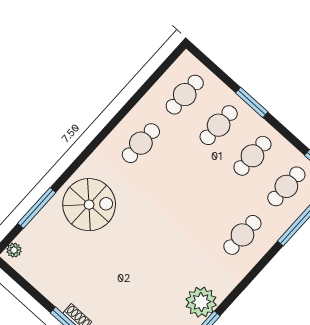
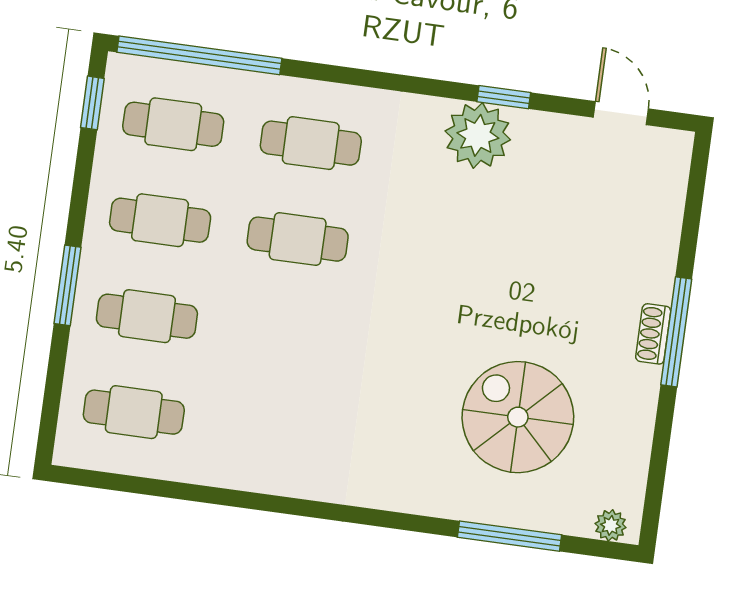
cafe table: (141, 143) -> (298, 239), moved
spiral stairs: (89, 205) -> (518, 417), moved

